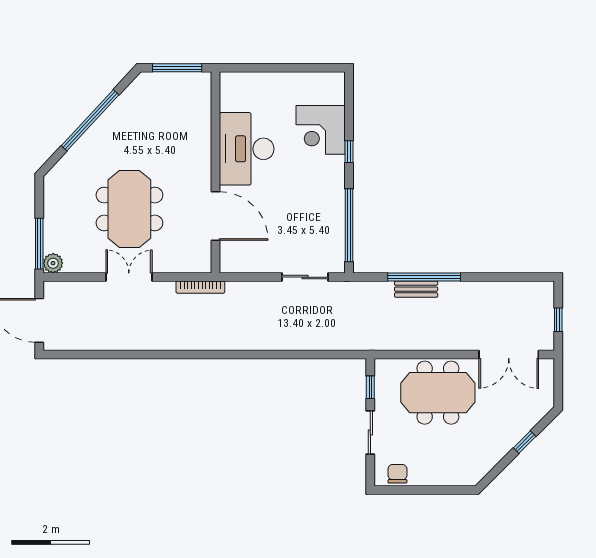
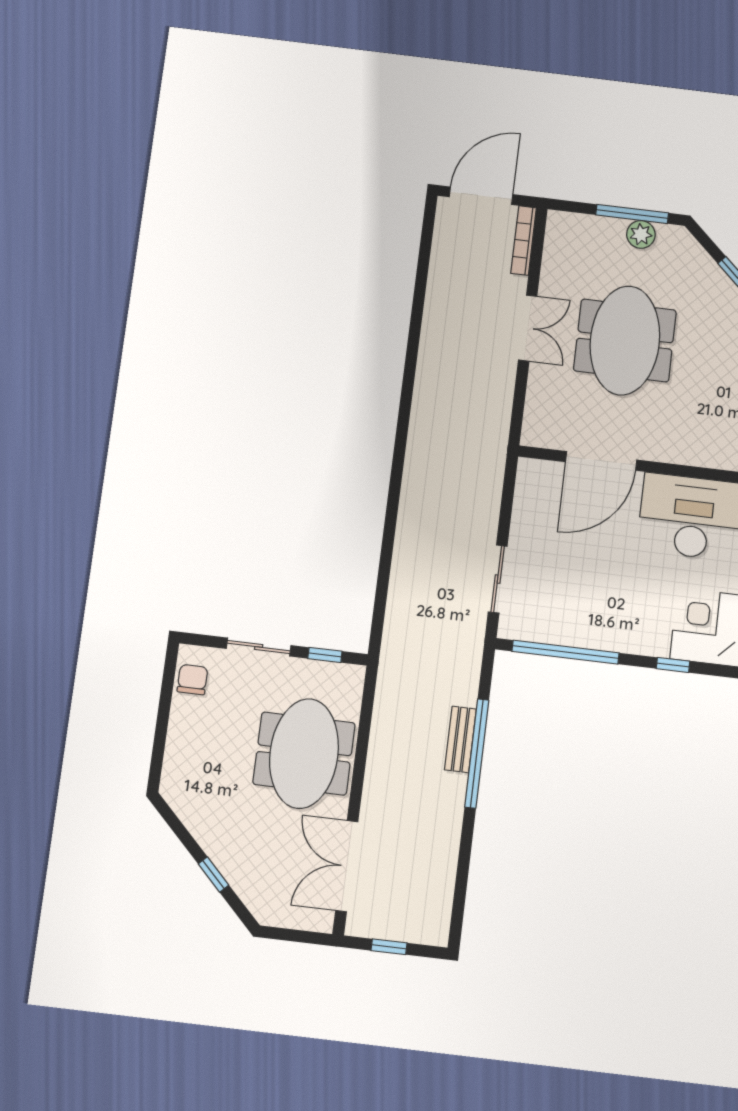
meeting table: (129, 209) -> (625, 340), turned 90
window: (39, 244) -> (632, 214), moved
plant: (53, 263) -> (641, 234), moved
bookcase: (200, 287) -> (524, 240), moved
chair: (397, 474) -> (192, 680), turned -90

